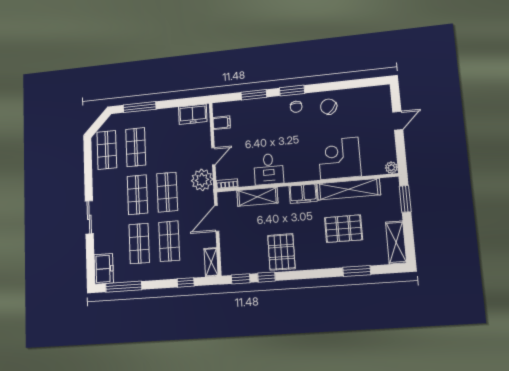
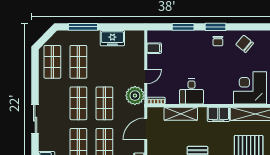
freezer: (193, 114) -> (112, 38), moved

